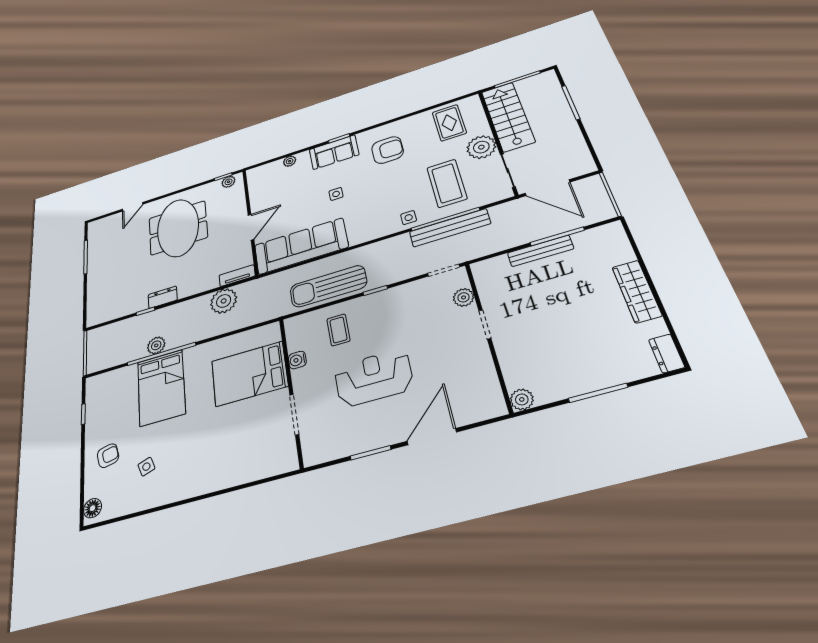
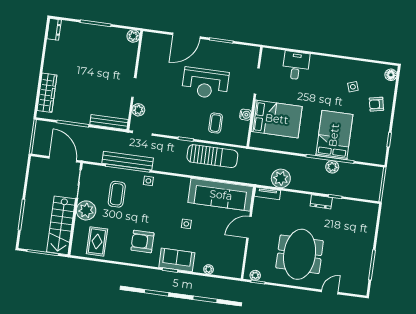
coffee table: (447, 183) -> (117, 194), width x0.73, depth x0.76
bench: (540, 251) -> (109, 122), moved
wardrobe: (637, 291) -> (47, 93), moved
desk: (240, 463) -> (296, 66), added

